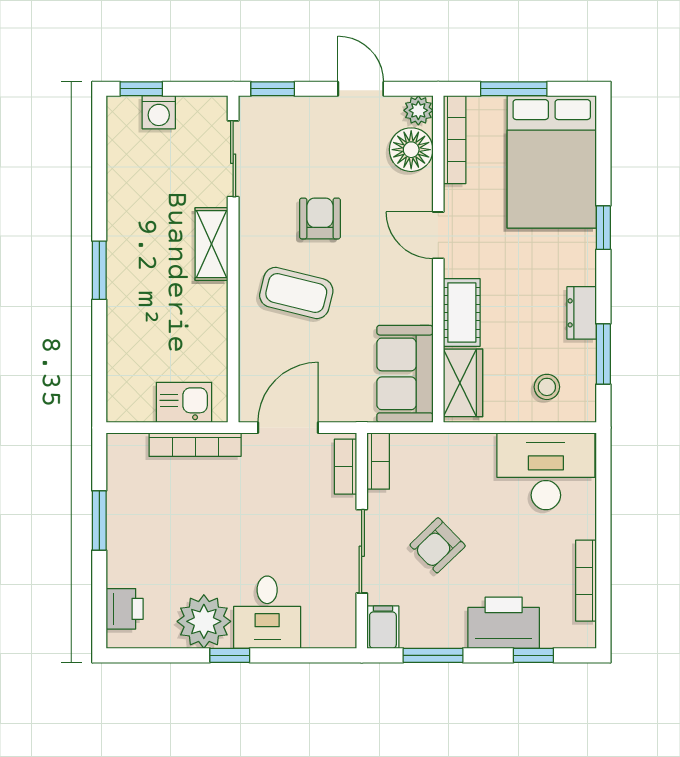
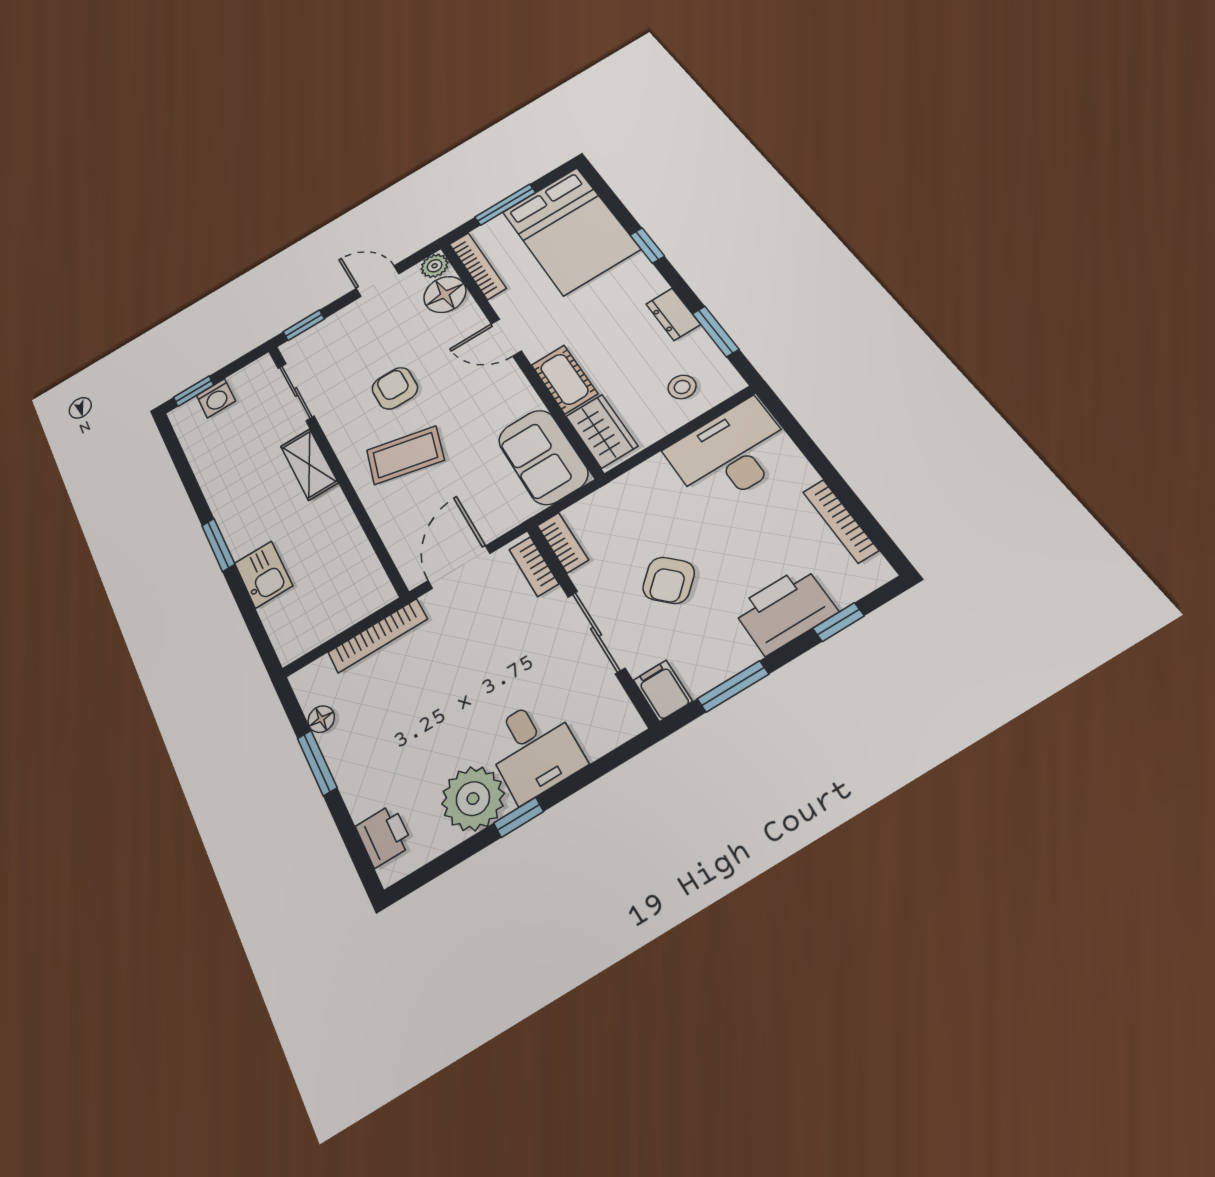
kitchen sink: (184, 402) -> (263, 574), moved, turned 90
floor lamp: (118, 487) -> (321, 719), added

